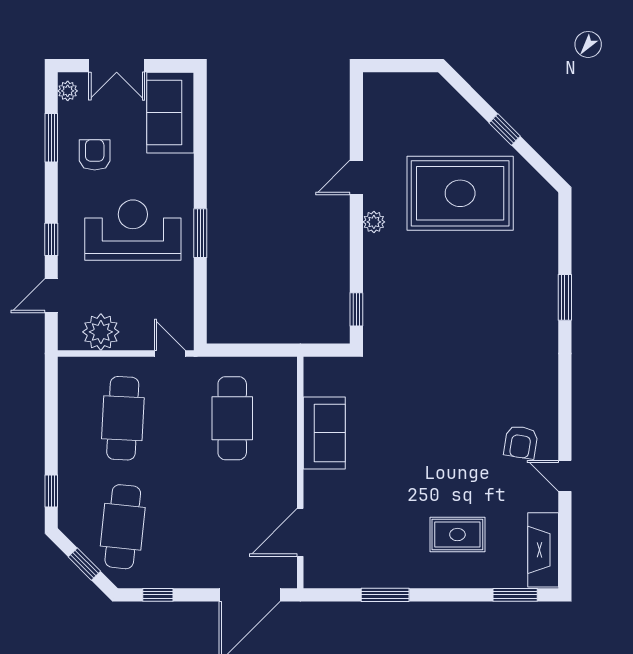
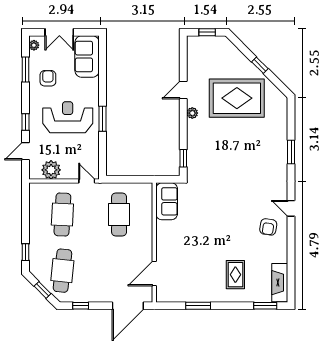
window: (403, 66) -> (207, 32), added
sofa: (324, 433) -> (167, 201), moved
door: (565, 476) -> (291, 208), moved
rug: (457, 535) -> (235, 275), turned 90

